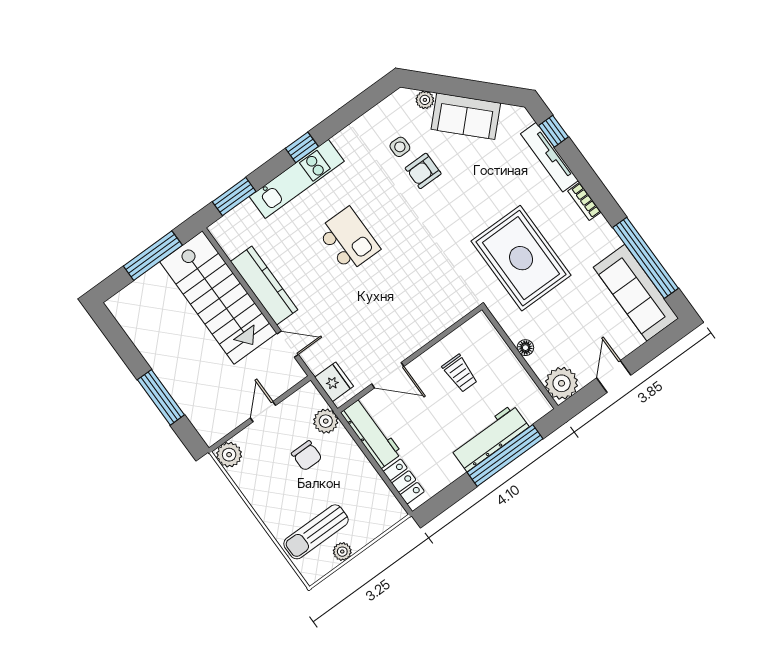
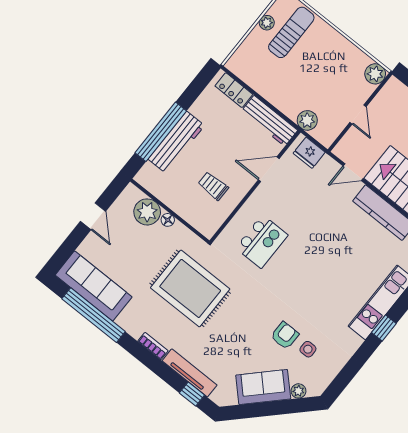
kitchen island: (348, 240) -> (262, 242), moved, turned -90
plant: (562, 383) -> (147, 212), moved
chair: (307, 456) -> (315, 89), removed

